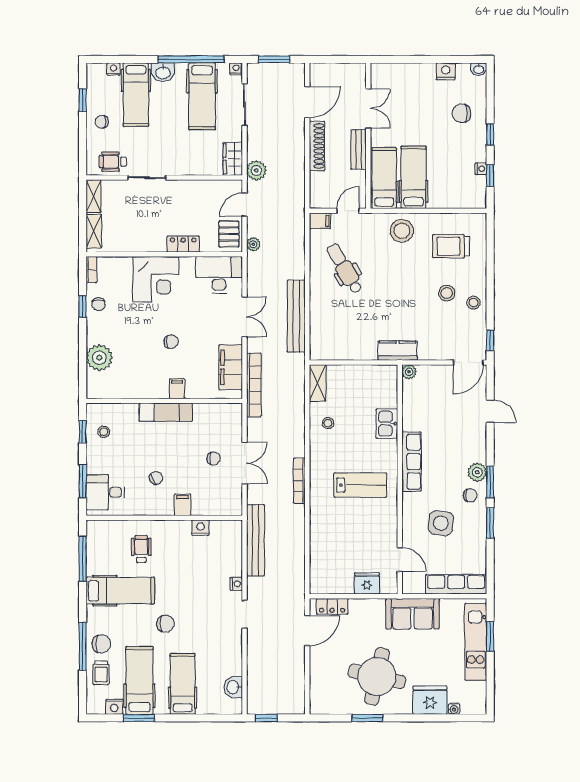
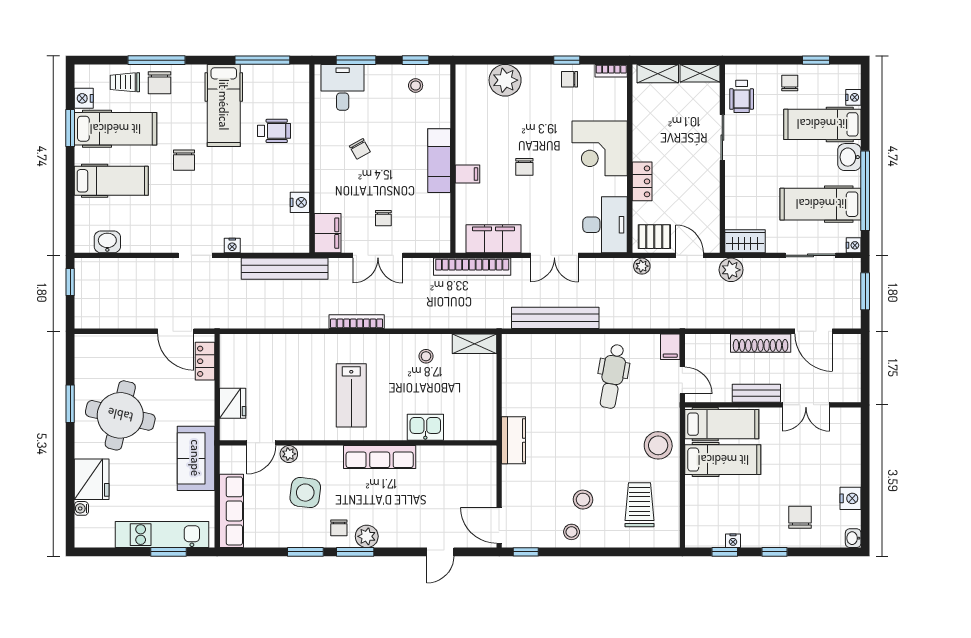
wheelchair: (113, 162) -> (742, 96), turned 180
dental chair: (345, 269) -> (613, 376), turned 130
plant: (409, 372) -> (289, 454), moved
filing cabinet: (183, 505) -> (328, 233), moved, width x2.00

